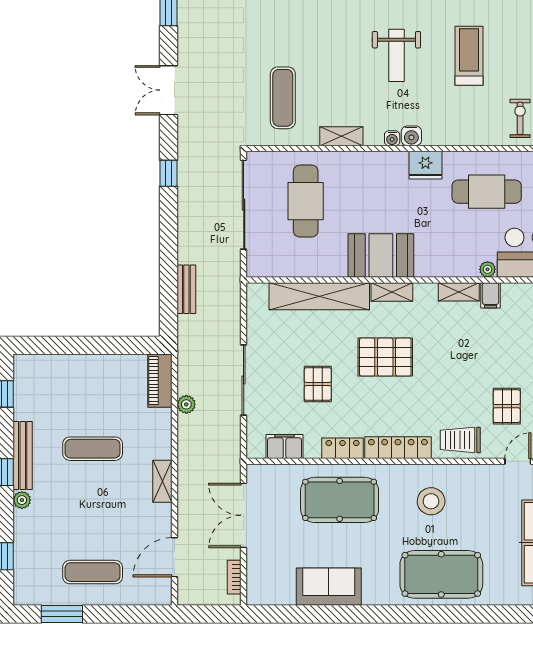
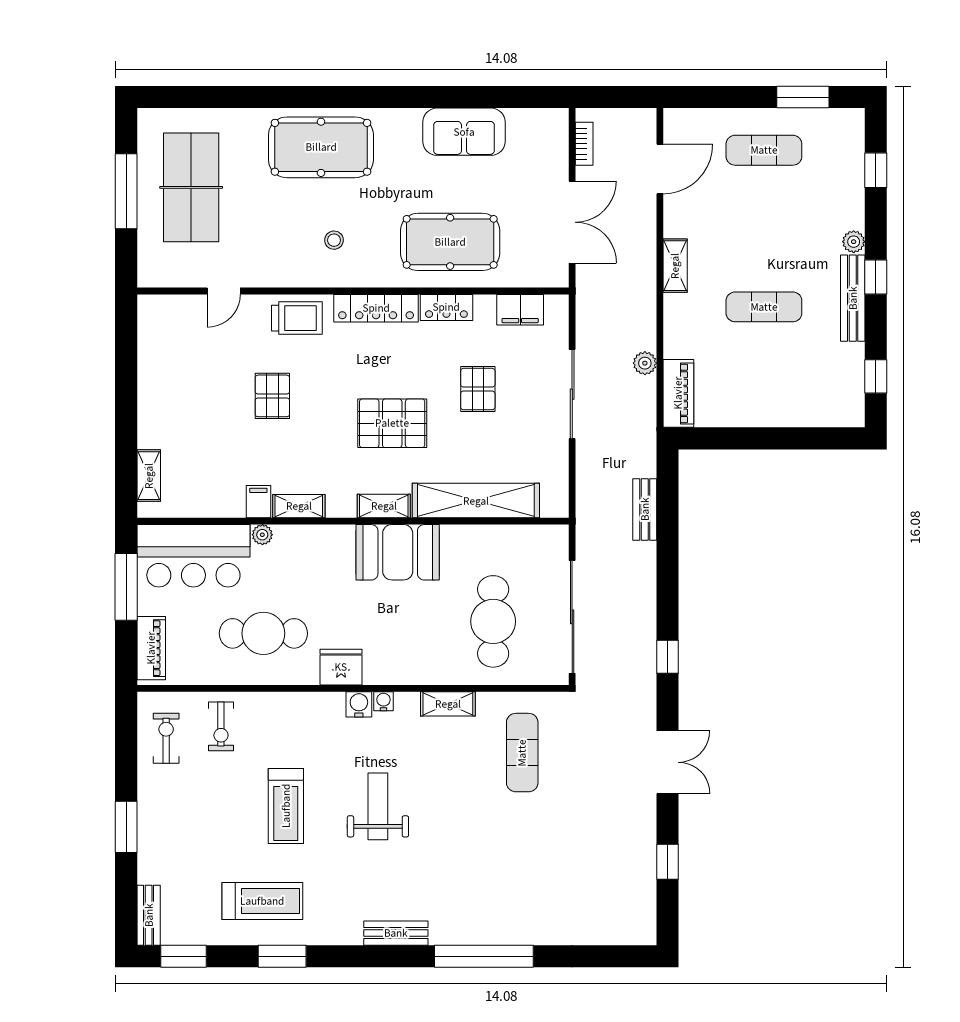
pallet: (507, 406) -> (272, 396), moved
stool: (431, 501) -> (334, 240), width x0.53, depth x0.53

